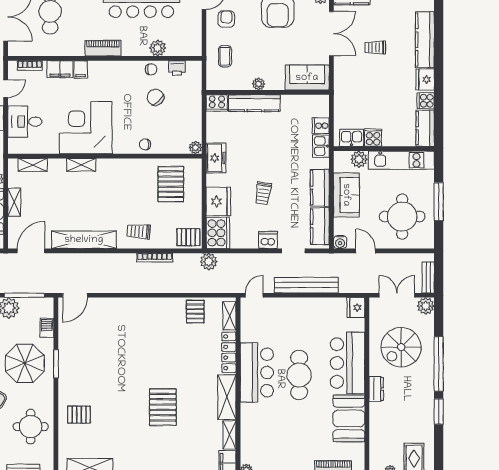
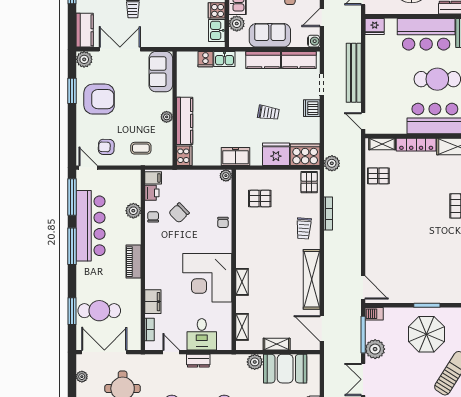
filing cabinet: (81, 69) -> (153, 178), moved
pallet: (171, 184) -> (260, 198), width x0.67, depth x0.71
barbecue: (47, 328) -> (374, 314), moved

